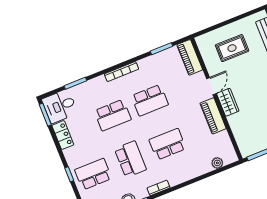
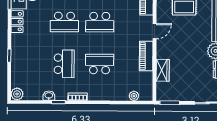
wardrobe: (228, 102) -> (163, 70), moved
school desk: (93, 174) -> (29, 64), removed

